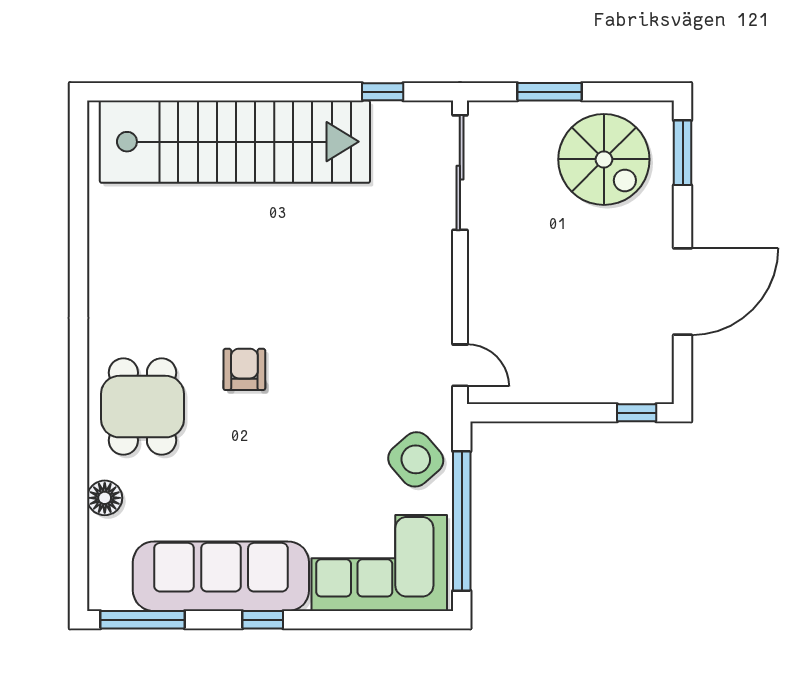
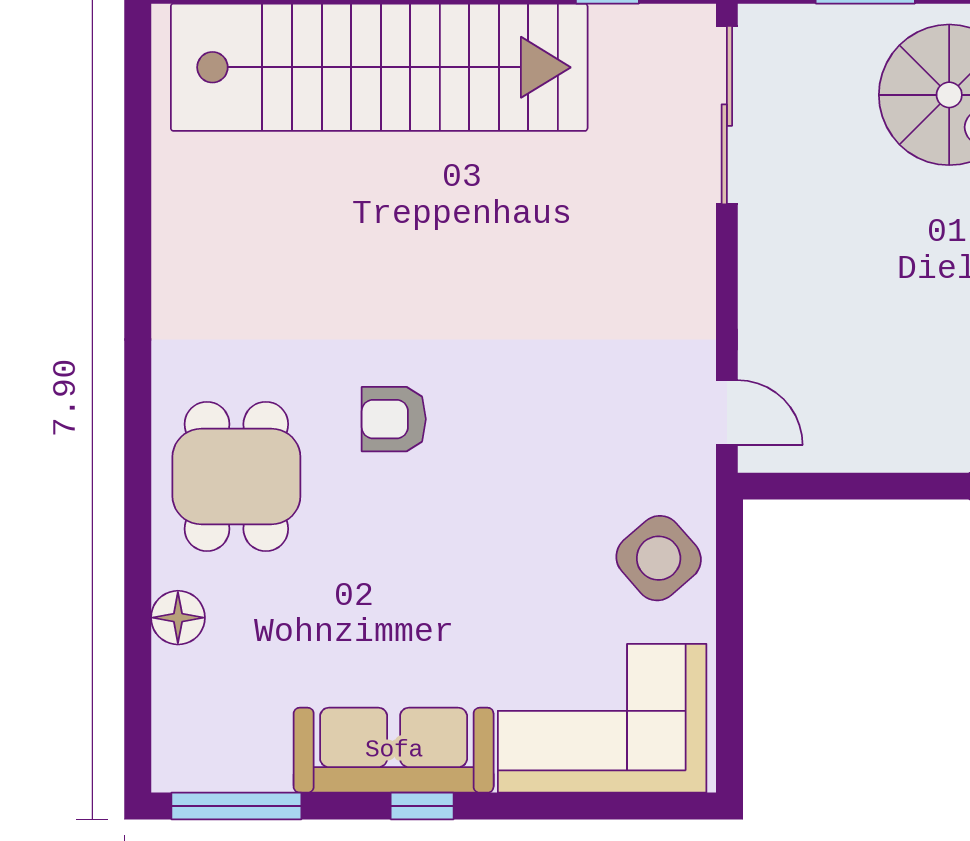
armchair: (244, 369) -> (394, 419), turned -90
window: (462, 521) -> (730, 653), removed
sofa: (221, 576) -> (394, 750), width x0.74, depth x0.79

